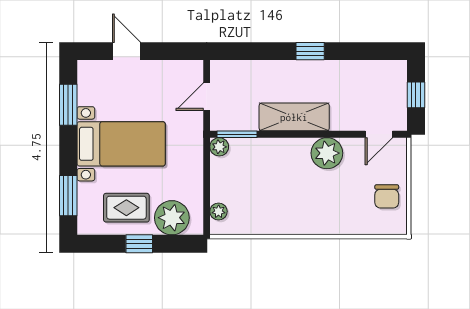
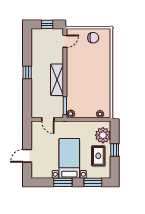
window: (68, 105) -> (63, 182), moved
door: (379, 134) -> (65, 41), hinge flipped
plant: (327, 153) -> (74, 65), removed

